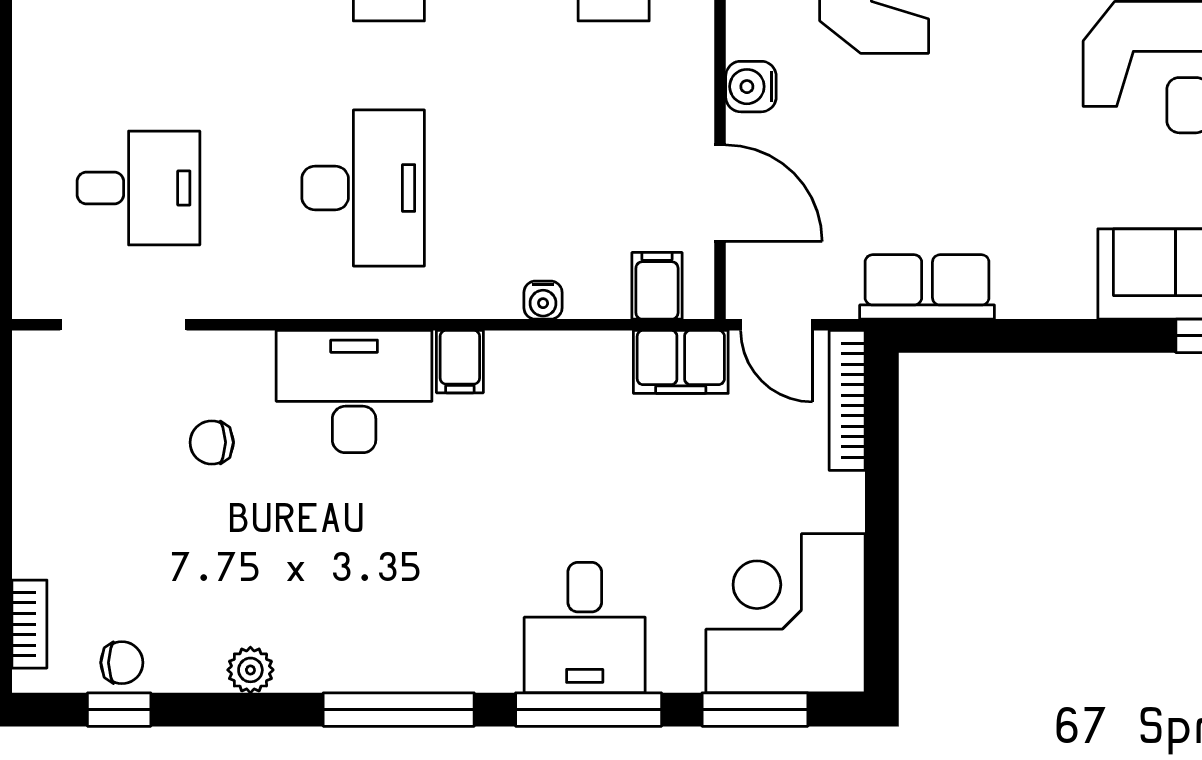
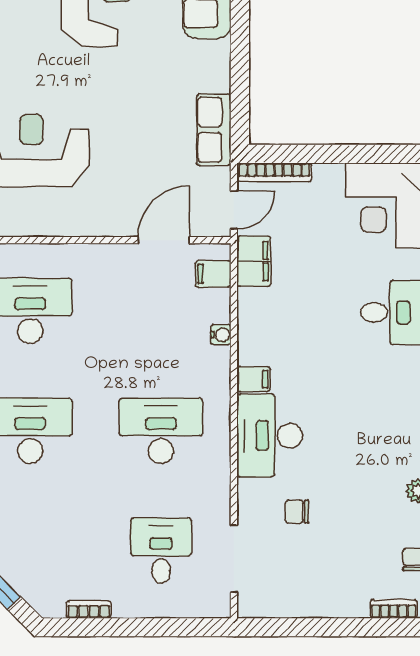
bookcase: (28, 53) -> (89, 609), added
water cooler: (751, 87) -> (107, 224), removed
chair: (212, 442) -> (297, 512), turned 90

